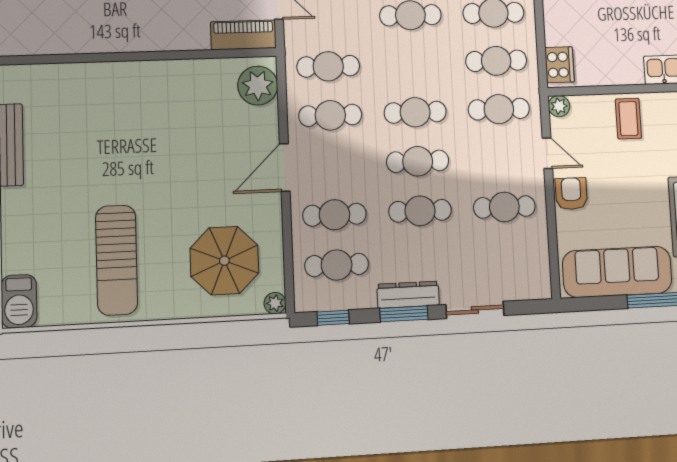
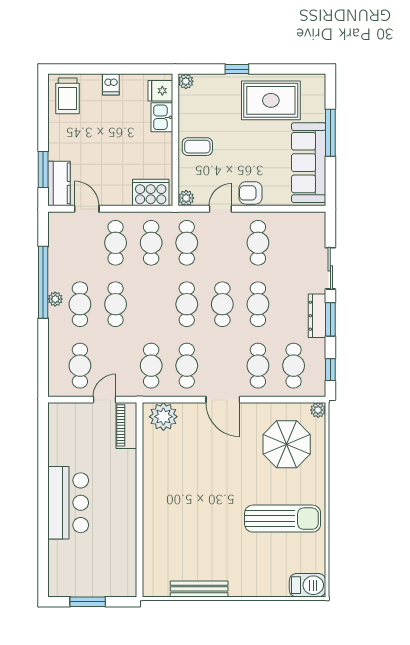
cooker: (560, 65) -> (151, 193), width x1.37, depth x1.31

